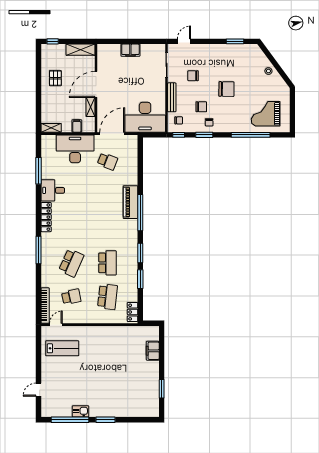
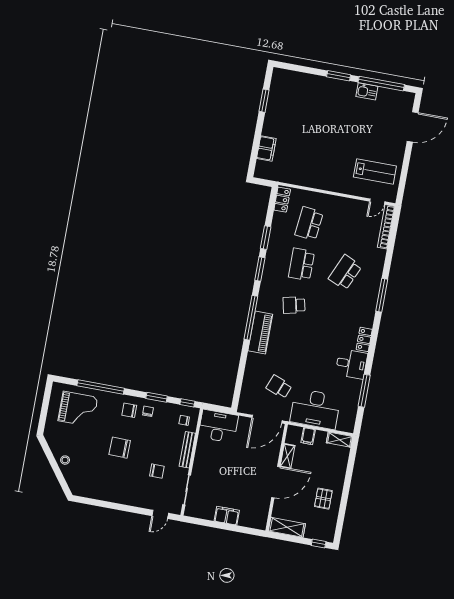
window: (235, 41) -> (99, 503), removed
chair: (201, 107) -> (129, 410), moved
desk: (145, 117) -> (218, 426), width x0.73, depth x0.77
locker: (46, 217) -> (364, 339), width x0.66
school desk: (71, 297) -> (294, 305), moved
lab bench: (62, 348) -> (375, 171), turned 180
door: (39, 390) -> (413, 127), width x1.87

